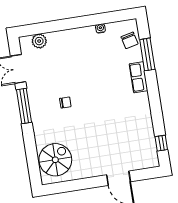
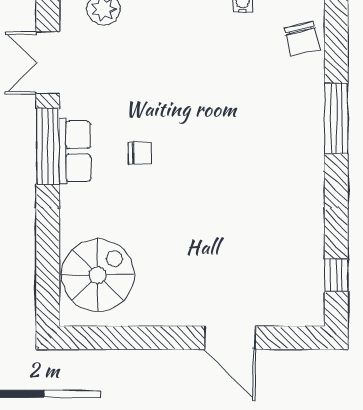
window: (147, 54) -> (336, 118), moved
row of seats: (139, 77) -> (75, 151), moved, turned 180

